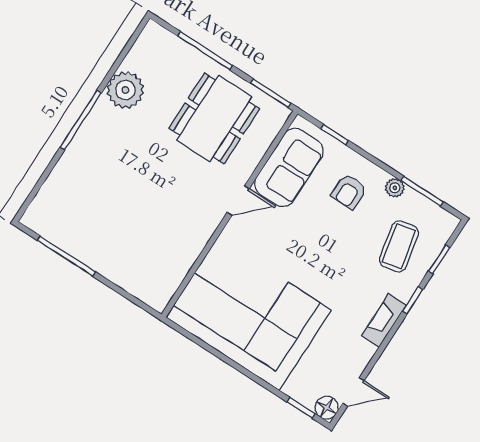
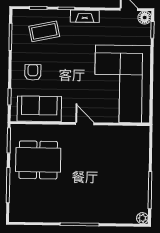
plant: (125, 90) -> (142, 218), moved, width x0.53, depth x0.53
plant: (395, 188) -> (17, 51), removed
armchair: (349, 192) -> (33, 72), turned -90
door: (238, 201) -> (85, 124), moved

